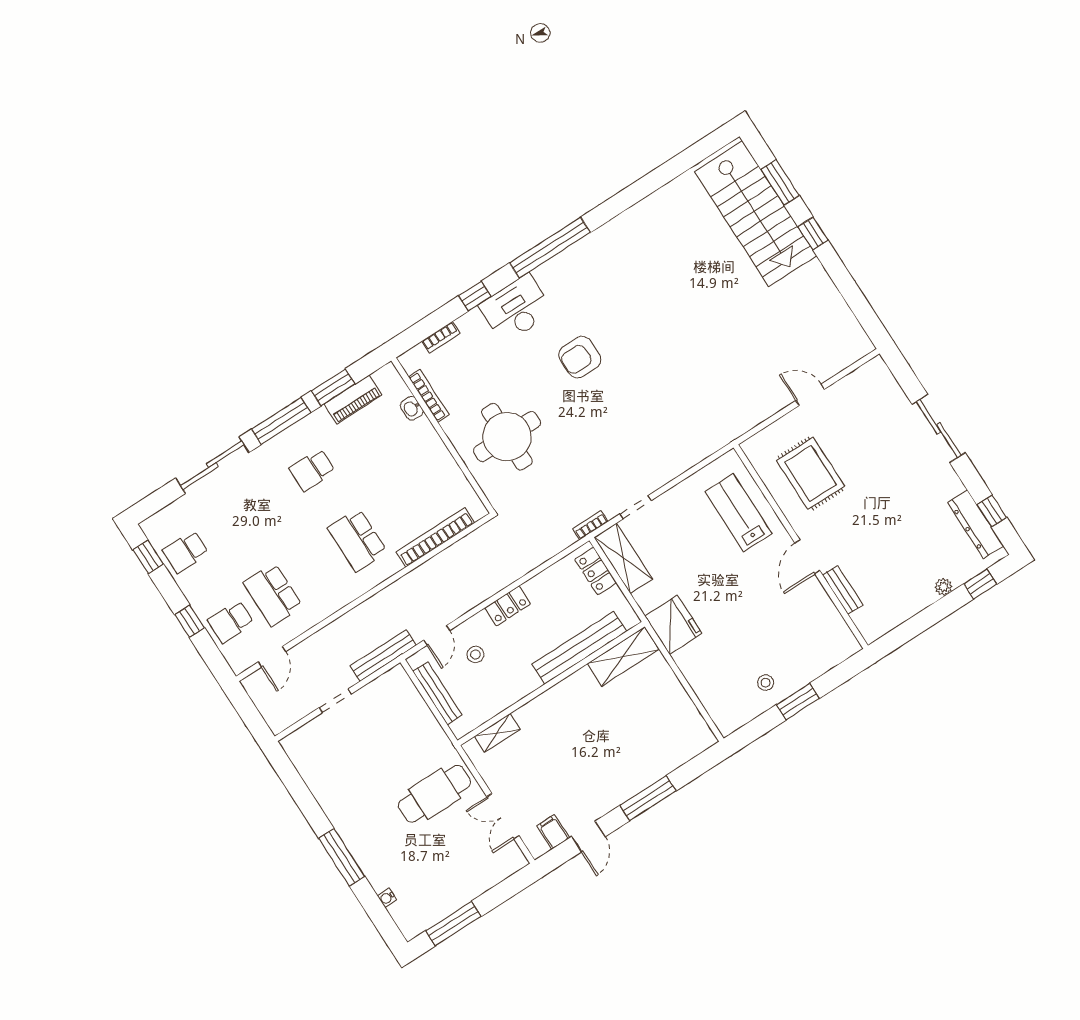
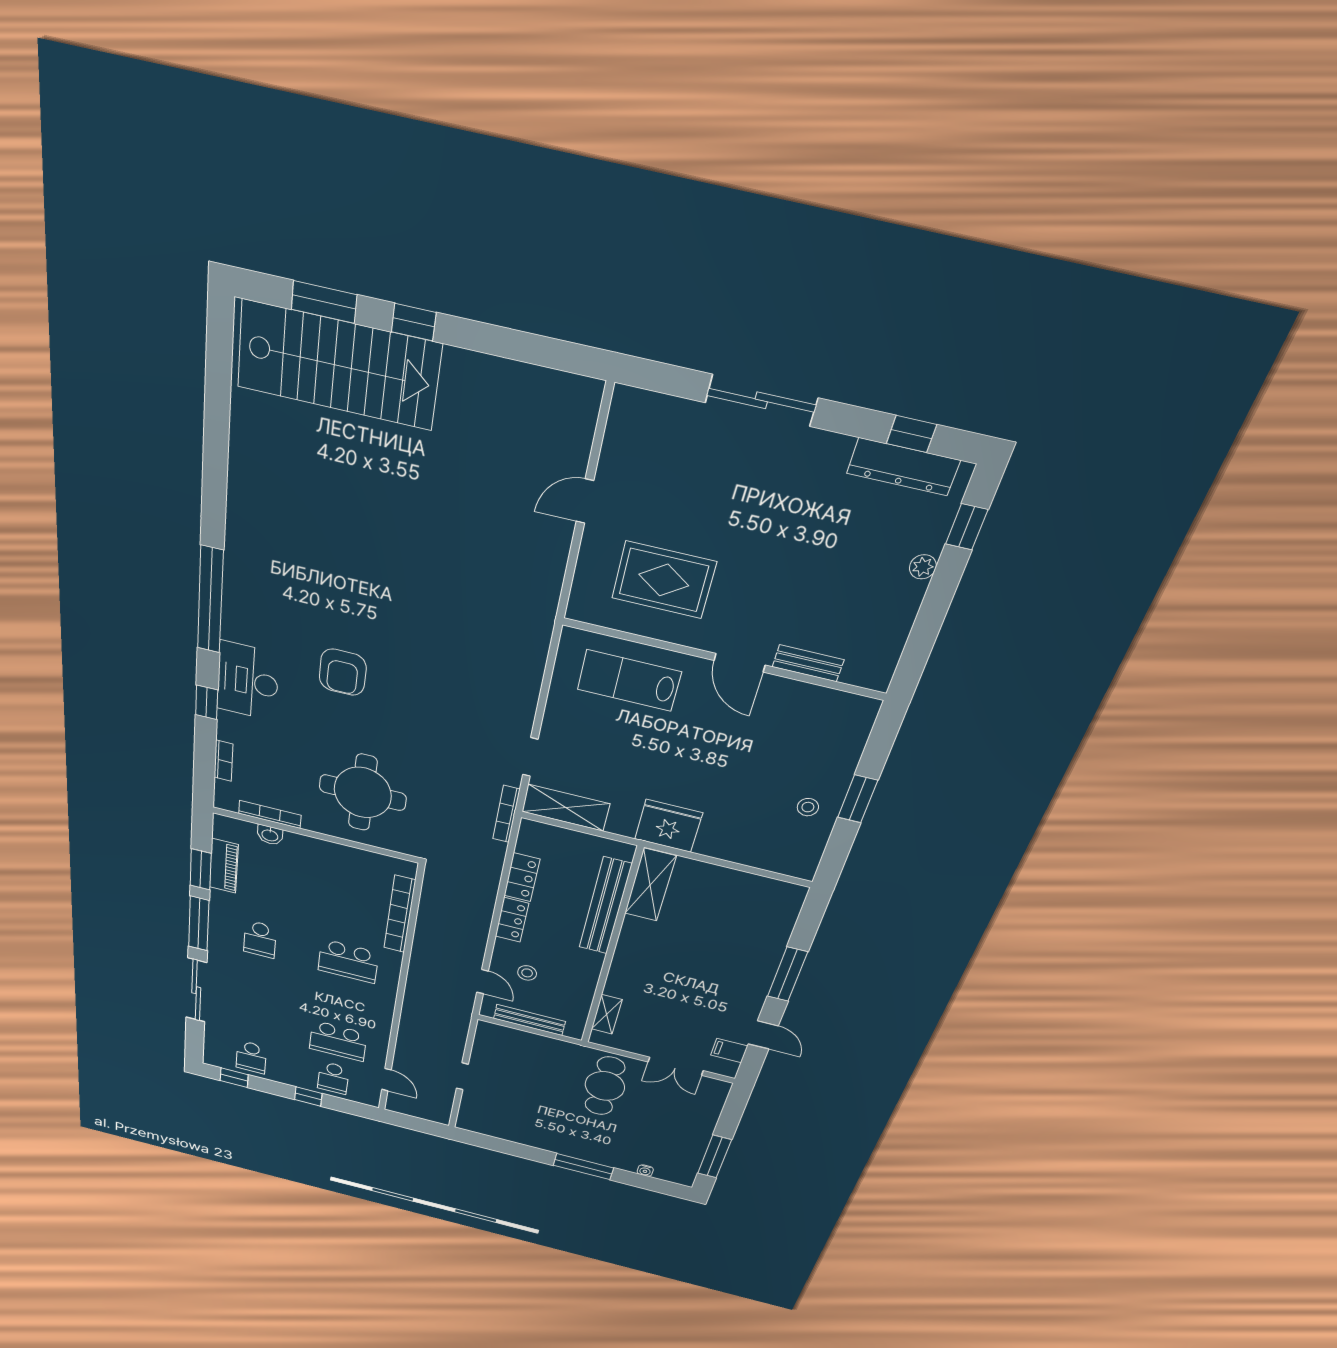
bookcase: (590, 525) -> (506, 814), width x1.56
locker: (596, 571) -> (522, 877), moved, turned -90
bench: (383, 656) -> (460, 1024), removed

